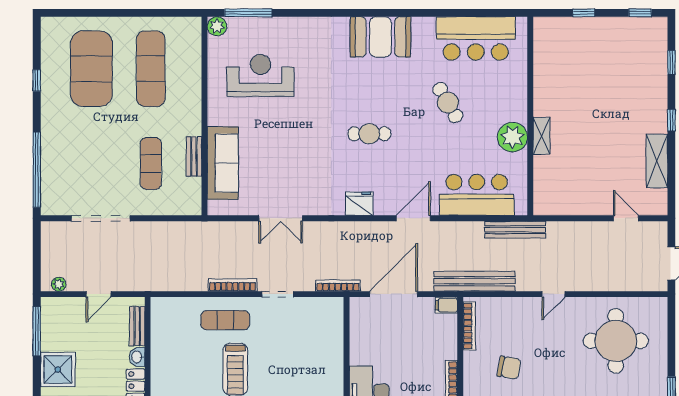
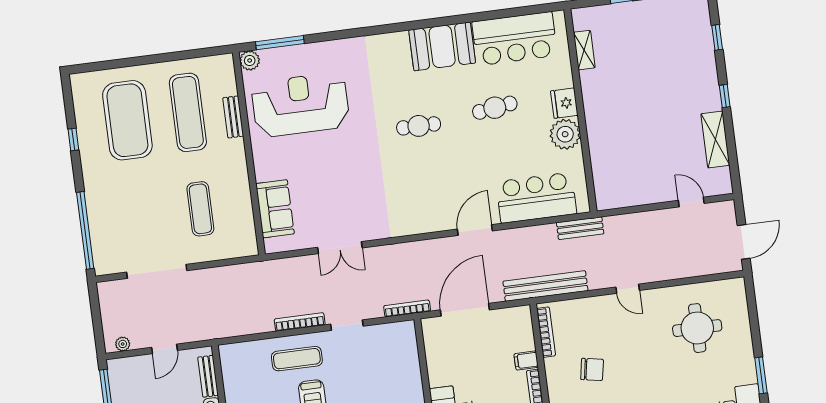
booth: (380, 37) -> (442, 46), moved
reception desk: (260, 75) -> (300, 105), width x1.36, depth x1.30
cafe table: (448, 103) -> (495, 108), turned -68
cafe table: (369, 134) -> (419, 126), moved
shelving: (541, 136) -> (584, 50), moved
bench: (194, 156) -> (233, 117), moved
sofa: (223, 163) -> (275, 209), width x0.73
fridge: (359, 204) -> (564, 103), moved, turned -90
bench: (515, 230) -> (580, 228), width x0.73
door: (553, 294) -> (628, 289), hinge flipped
filing cabinet: (446, 305) -> (526, 360), moved
round table: (616, 341) -> (697, 328), width x0.73, depth x0.73

